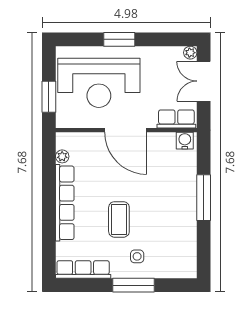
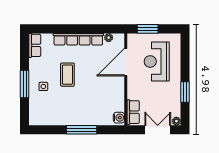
window: (119, 39) -> (185, 92), moved
reception desk: (99, 83) -> (157, 61), width x0.74, depth x0.77
door: (126, 130) -> (126, 62), moved
coffee table: (119, 219) -> (67, 75), turned 90
row of seats: (83, 269) -> (35, 45), width x0.68

